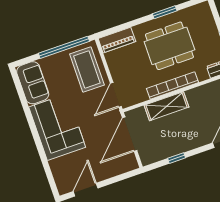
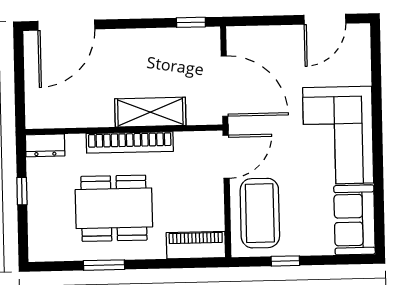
window: (64, 47) -> (285, 261), width x0.32
door: (130, 134) -> (225, 86), hinge flipped
window: (177, 158) -> (191, 22), moved

